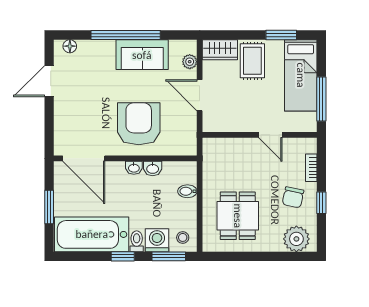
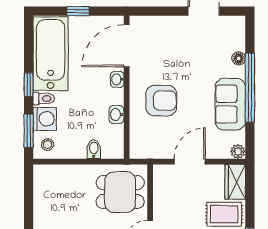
floor lamp: (70, 46) -> (239, 58), moved
plant: (190, 62) -> (238, 152), moved
armchair: (139, 124) -> (161, 101), width x0.73, depth x0.73
washbasin: (134, 168) -> (117, 79), moved
window: (49, 207) -> (78, 11), width x0.67
dining table: (238, 216) -> (120, 192), moved

